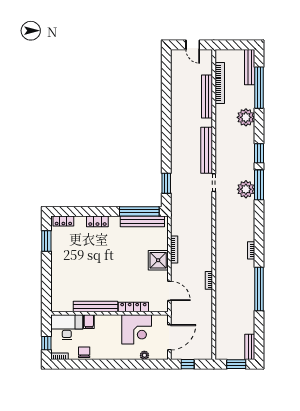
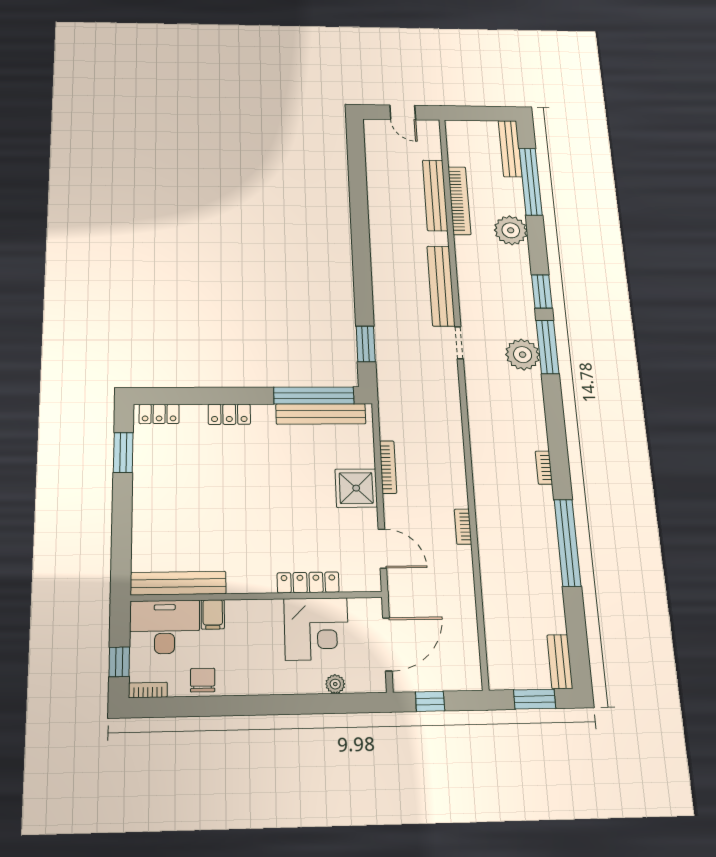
bookcase: (220, 83) -> (459, 201), moved
bench: (96, 307) -> (178, 583), moved

